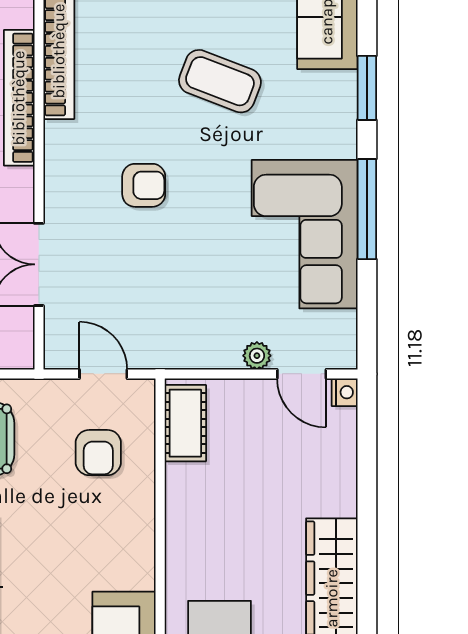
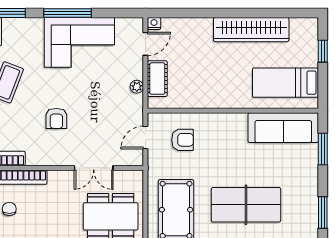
armchair: (144, 185) -> (56, 118), turned 180
plant: (257, 356) -> (137, 87), moved
cot: (185, 423) -> (157, 79), moved, turned 90

